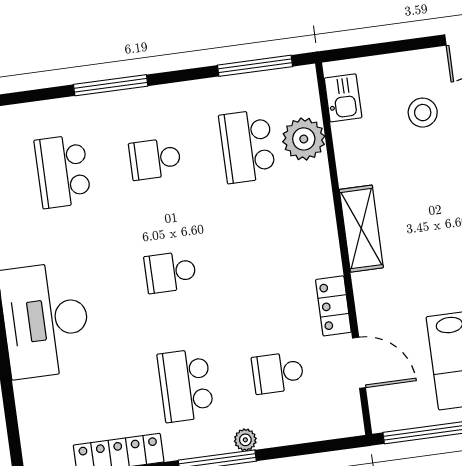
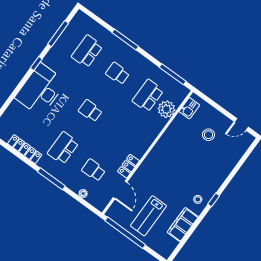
shelving: (361, 229) -> (158, 151), removed
plant: (245, 440) -> (83, 194), moved

